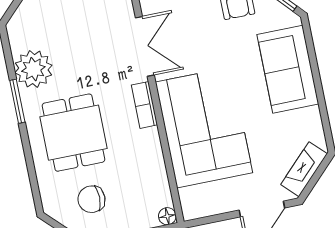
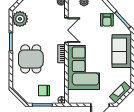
plant: (33, 69) -> (20, 19), moved
chair: (91, 199) -> (44, 90), moved

